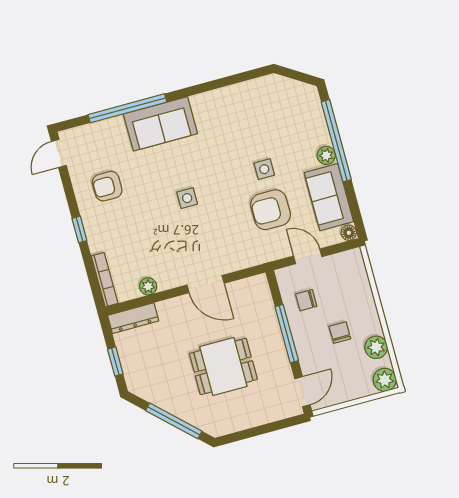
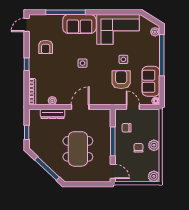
corner sofa: (238, 114) -> (118, 29), added
plant: (326, 155) -> (155, 32), moved
armchair: (107, 186) -> (46, 47), turned -90
armchair: (271, 210) -> (121, 80), turned 90
door: (206, 284) -> (80, 107), swing flipped
dresser: (133, 318) -> (53, 114), moved
plant: (376, 347) -> (154, 145), moved
dining table: (223, 366) -> (78, 149), width x1.38
door: (302, 392) -> (113, 171), hinge flipped

